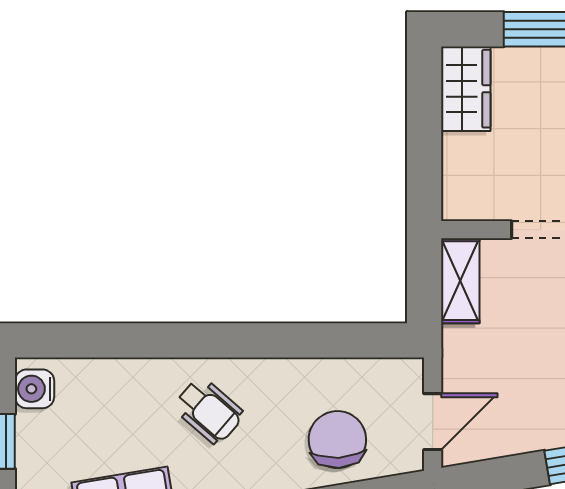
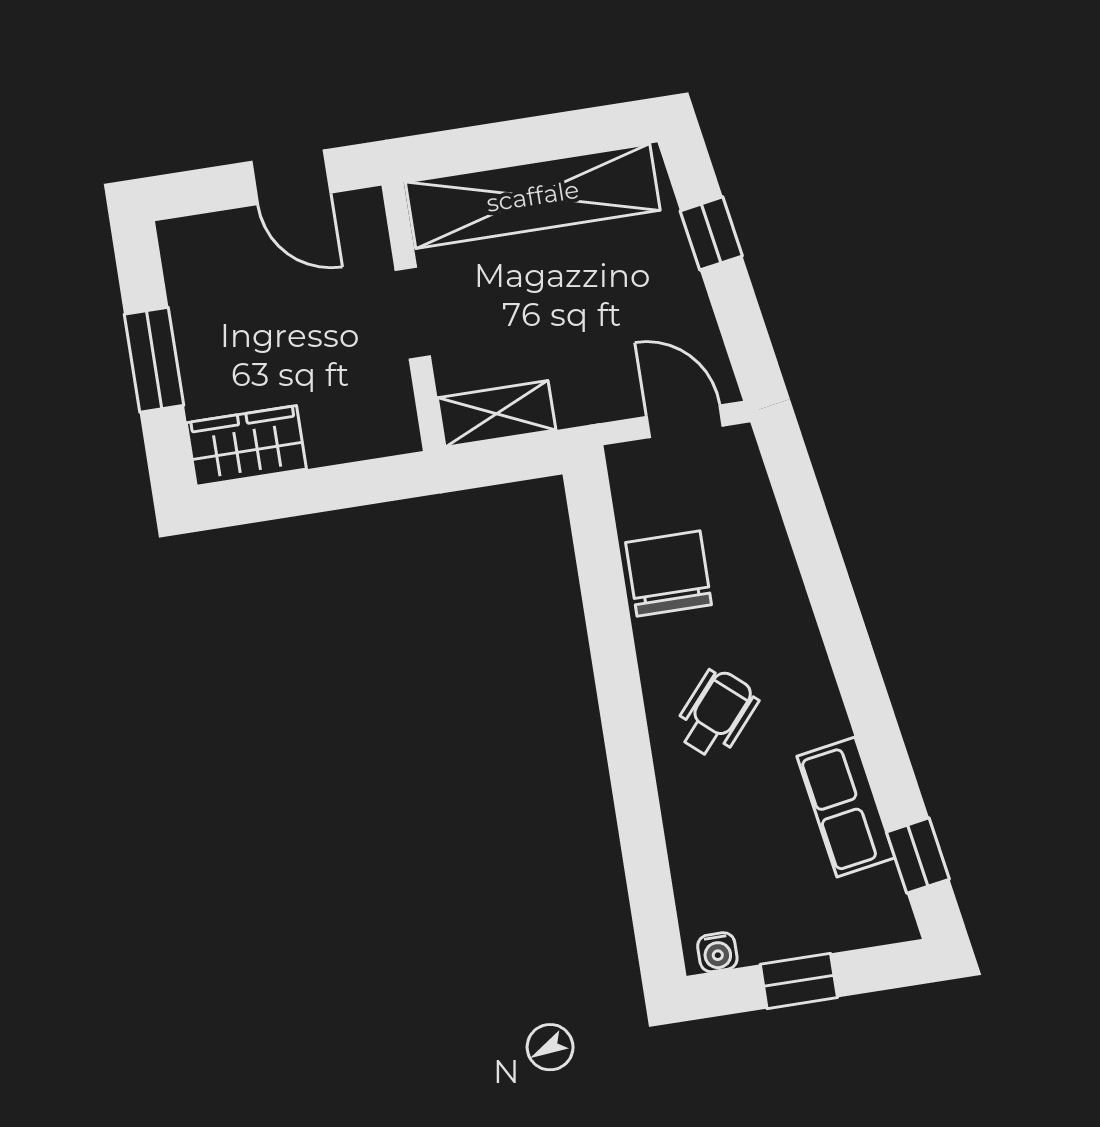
water cooler: (35, 389) -> (717, 952), width x0.72, depth x0.72
chair: (337, 440) -> (668, 574), moved, turned 93

